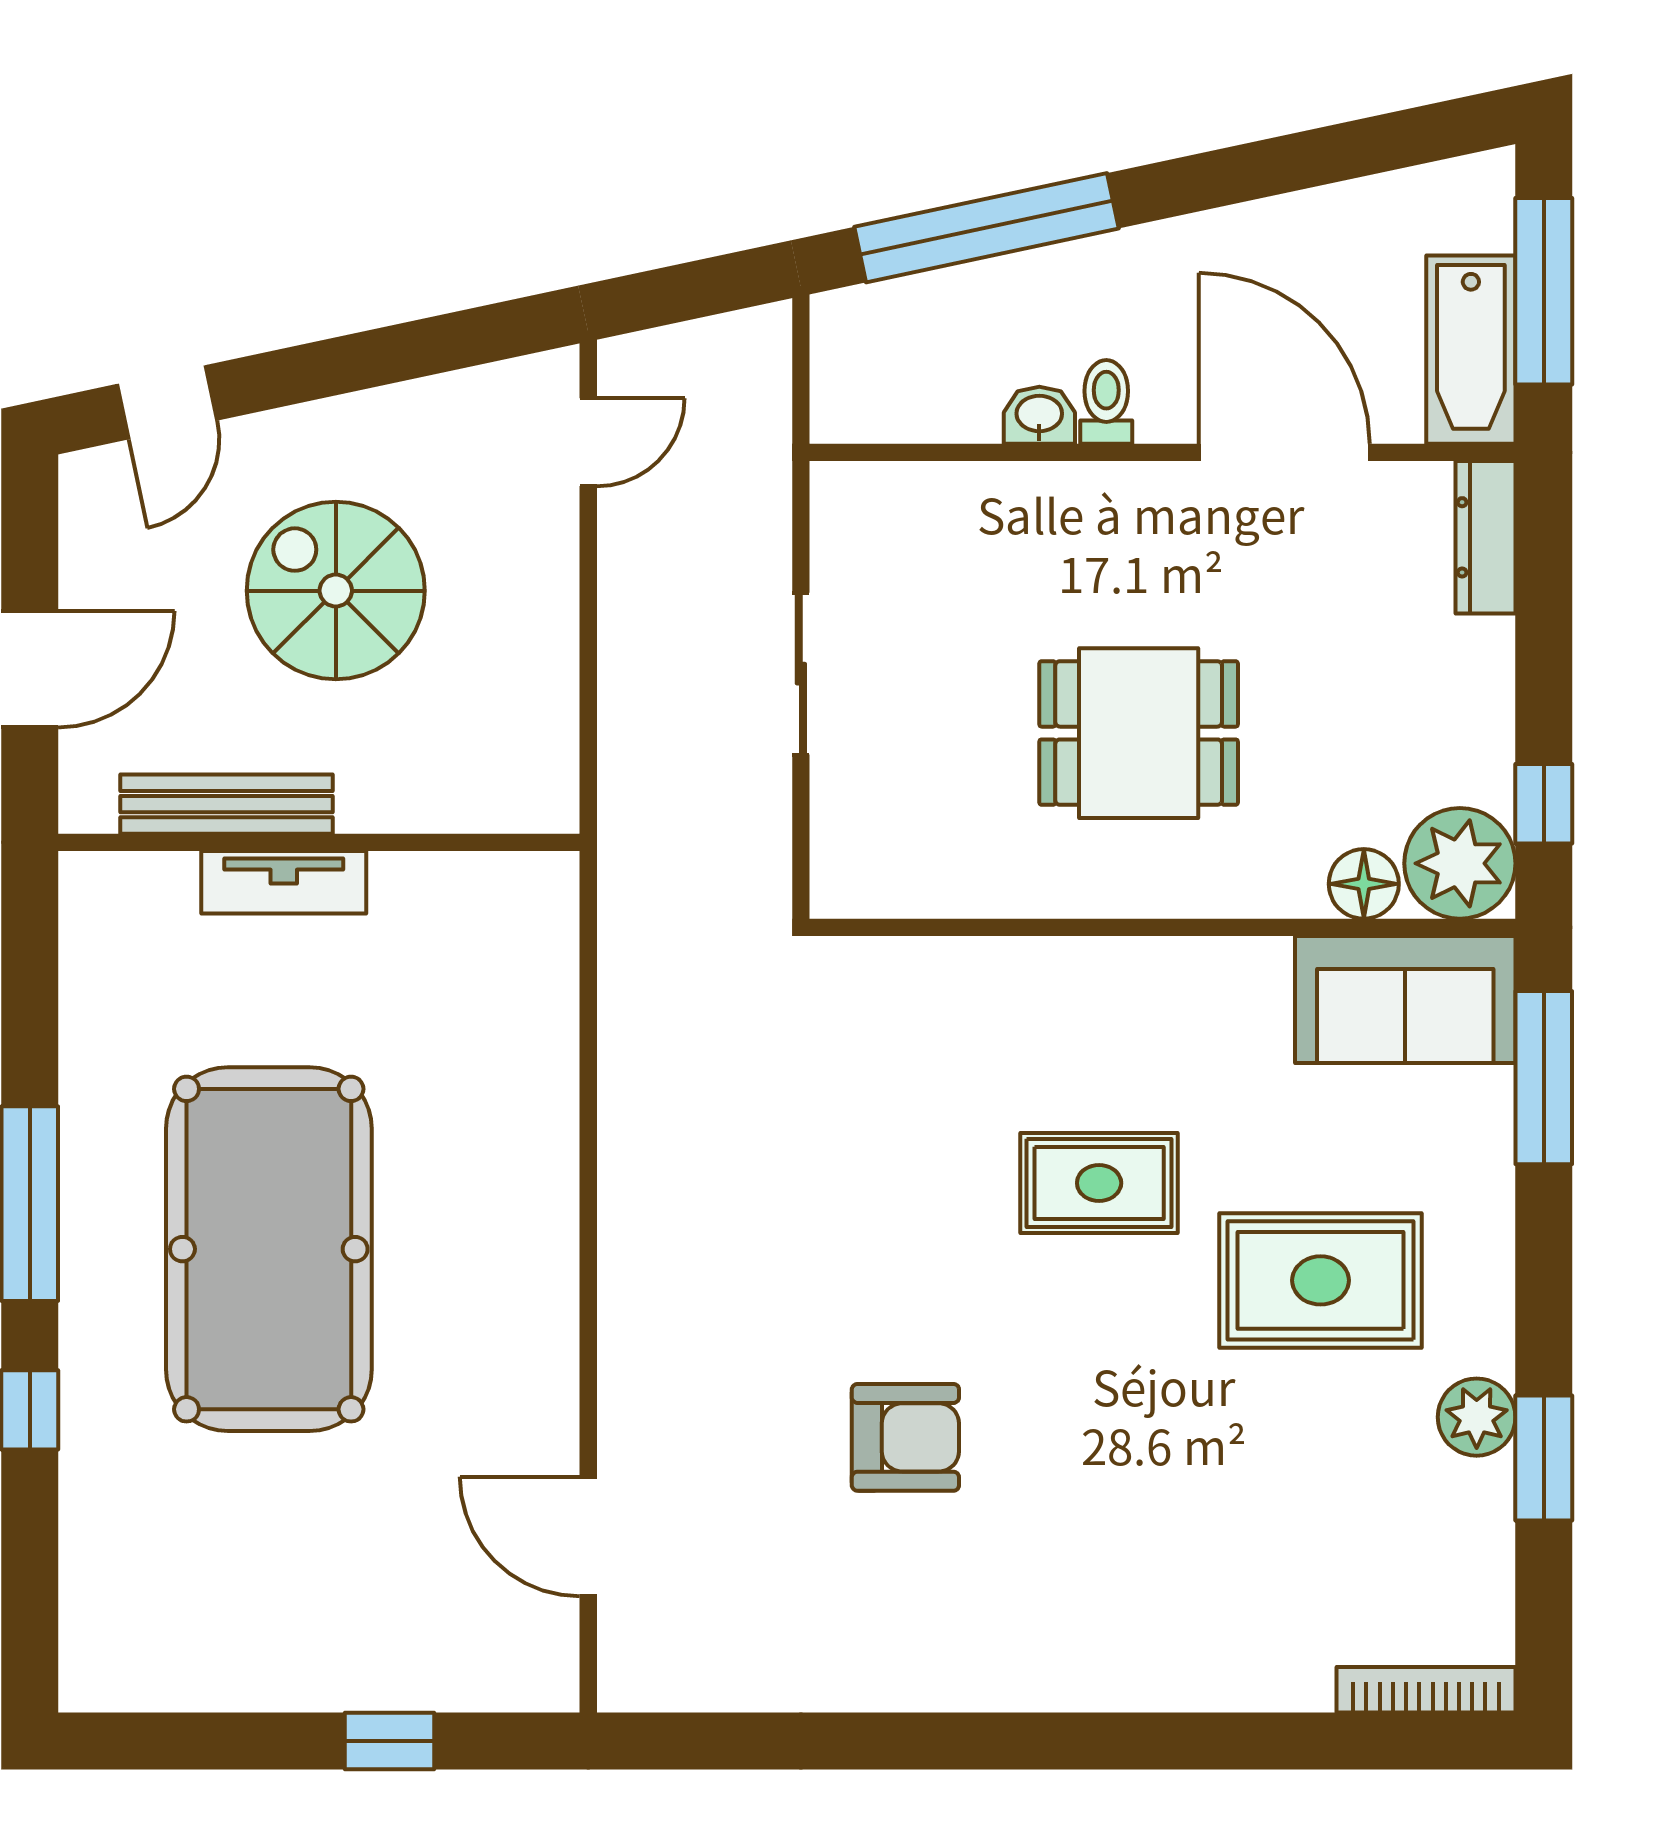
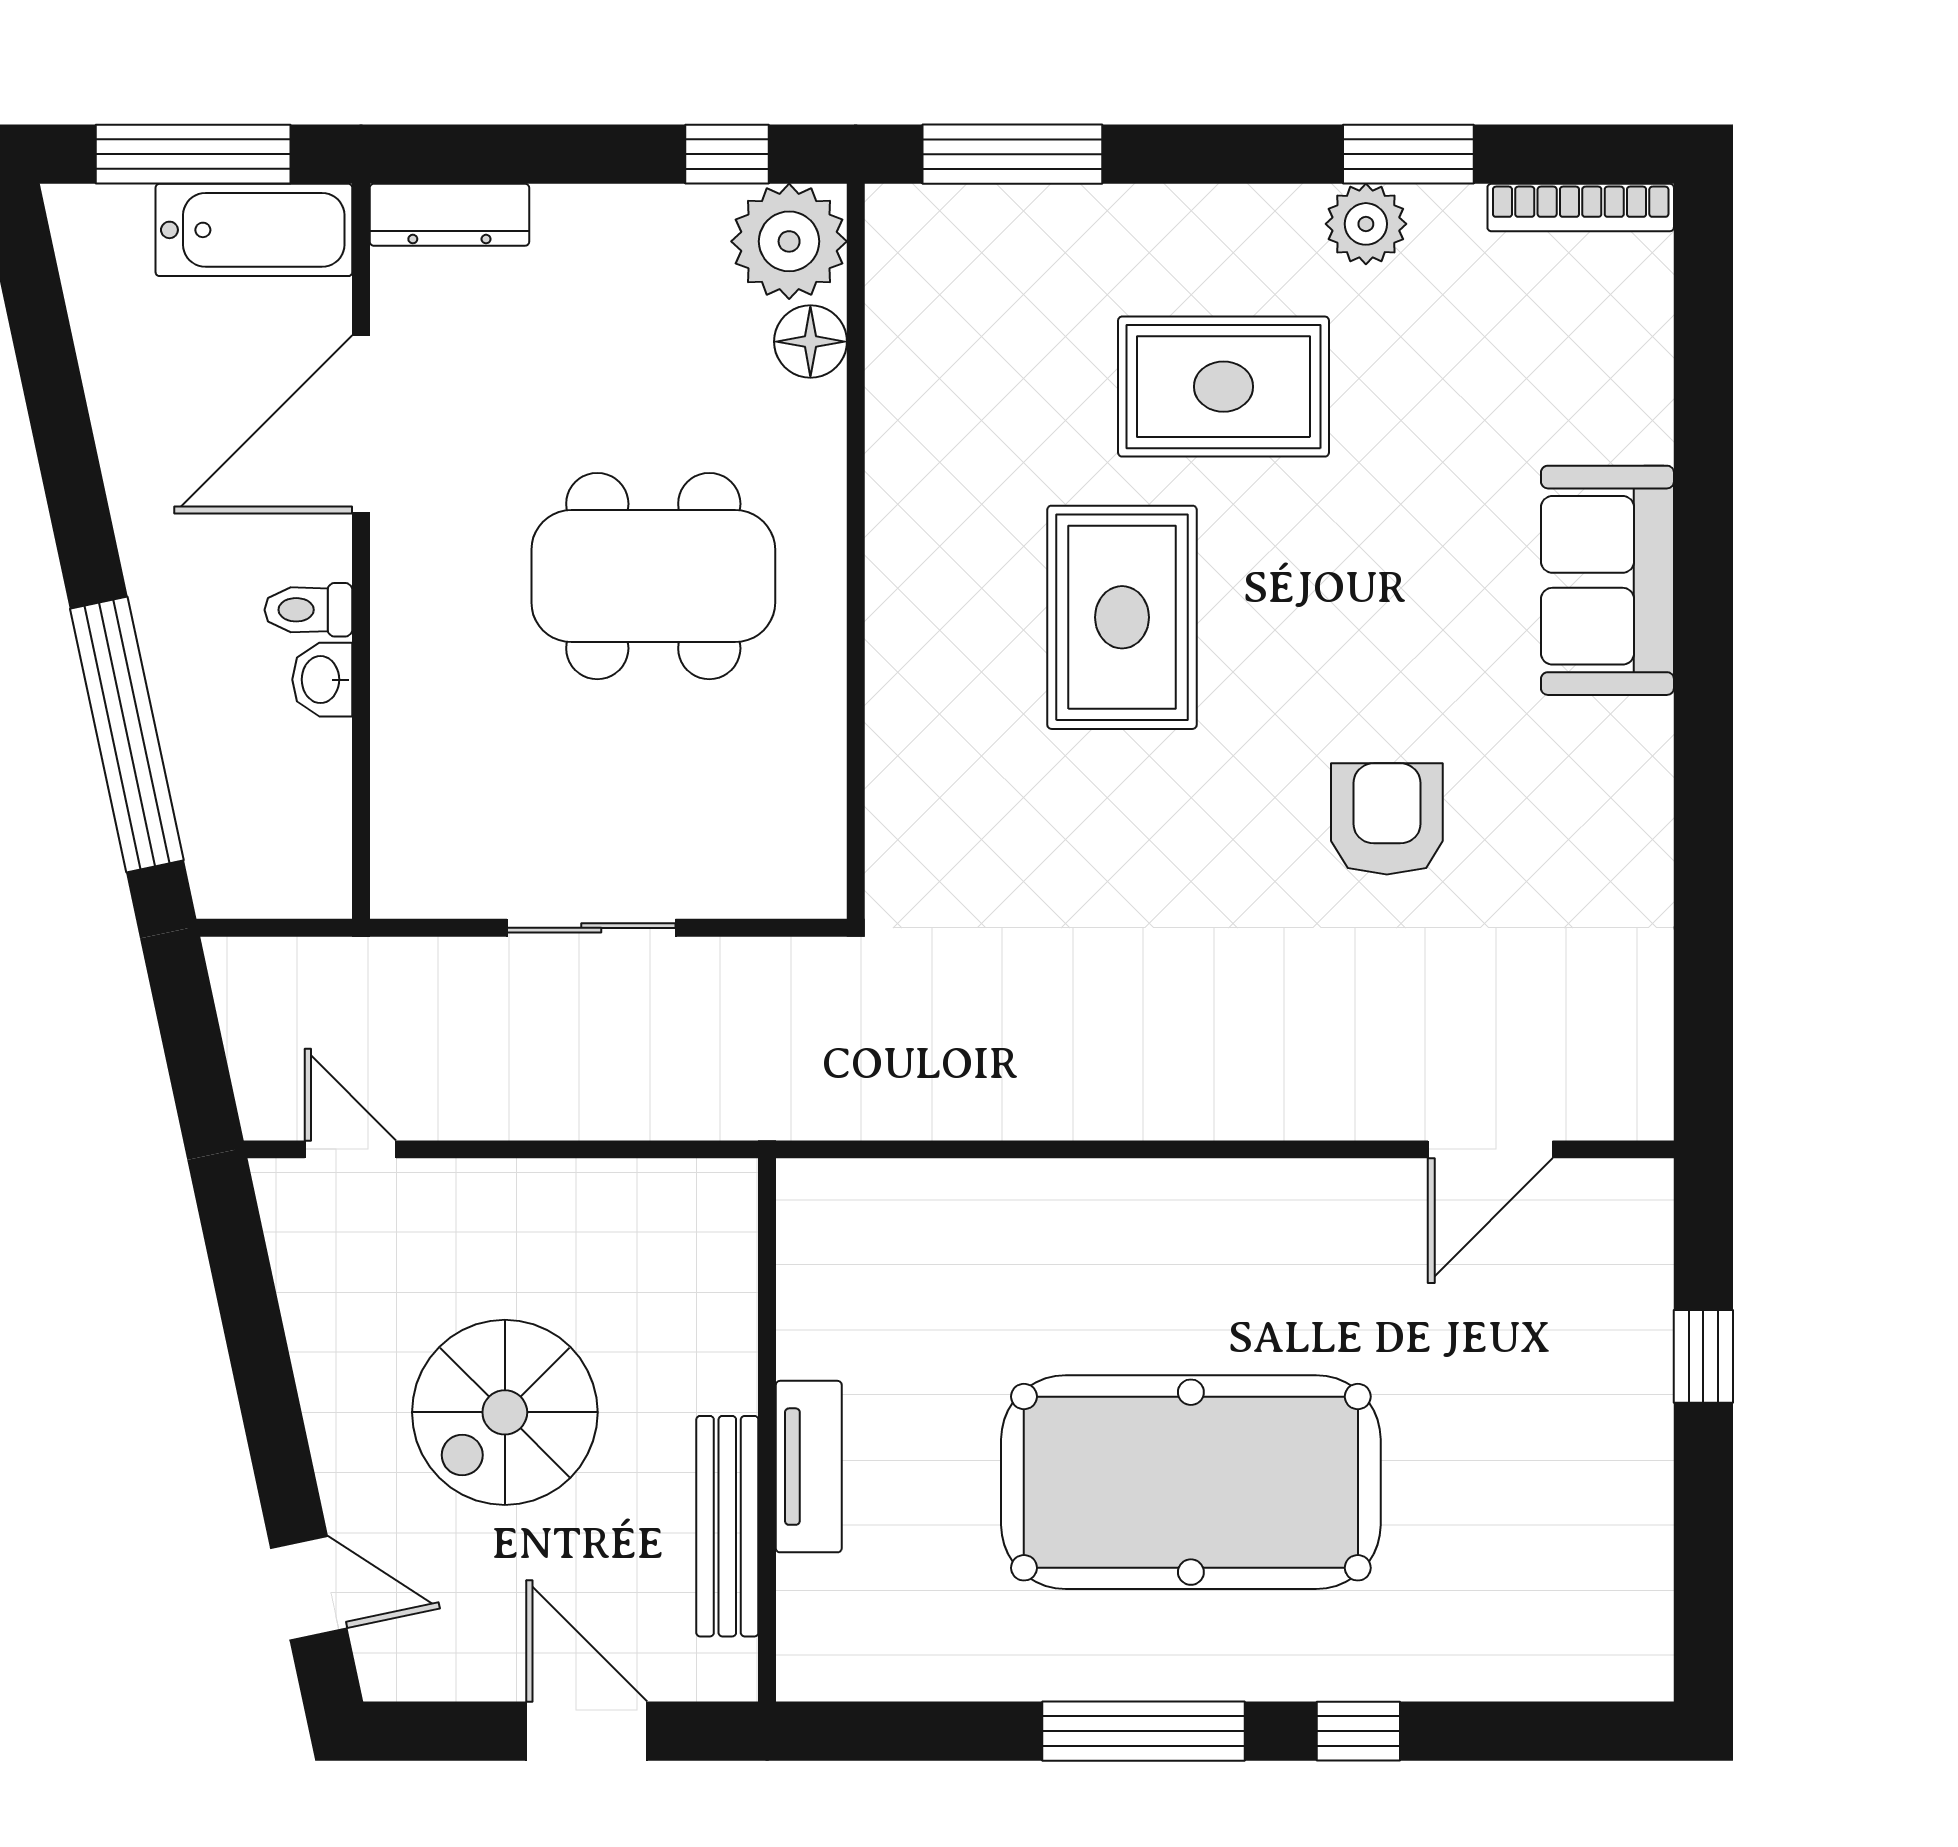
dining table: (1139, 733) -> (653, 576), width x1.38
sofa: (1405, 1000) -> (1607, 580), moved, turned 180
rug: (1099, 1183) -> (1122, 617), width x1.36, depth x1.43
rug: (1321, 1280) -> (1223, 387), turned 90
bookcase: (1426, 1690) -> (1581, 207), moved, turned -90

